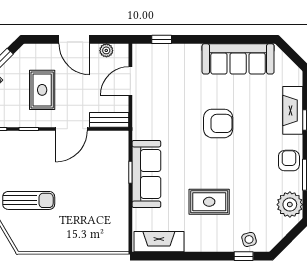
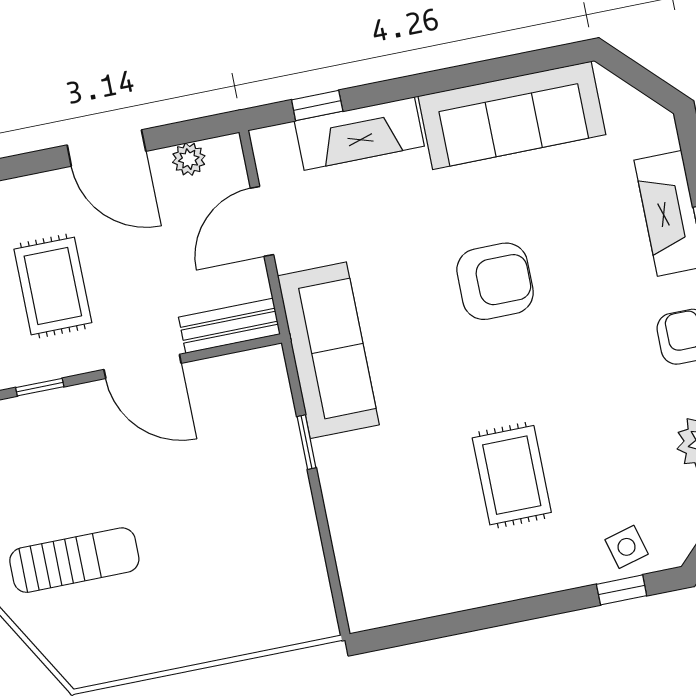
door: (71, 129) -> (143, 366), hinge flipped
sofa: (146, 174) -> (328, 350), moved
rug: (209, 202) -> (512, 475), turned 90
fireplace: (159, 242) -> (359, 134), moved, turned 180

